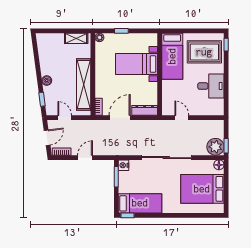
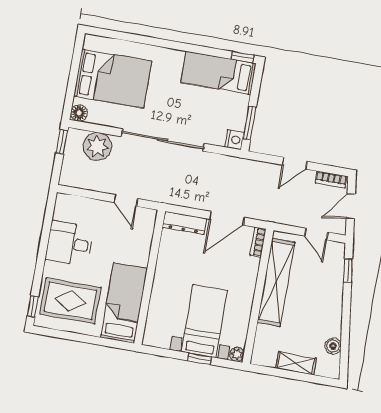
shelving: (76, 38) -> (296, 363), moved
bed with nightstands: (137, 64) -> (204, 321), moved, turned -90
boiler: (47, 81) -> (333, 346), moved
plant: (215, 147) -> (97, 146), moved

